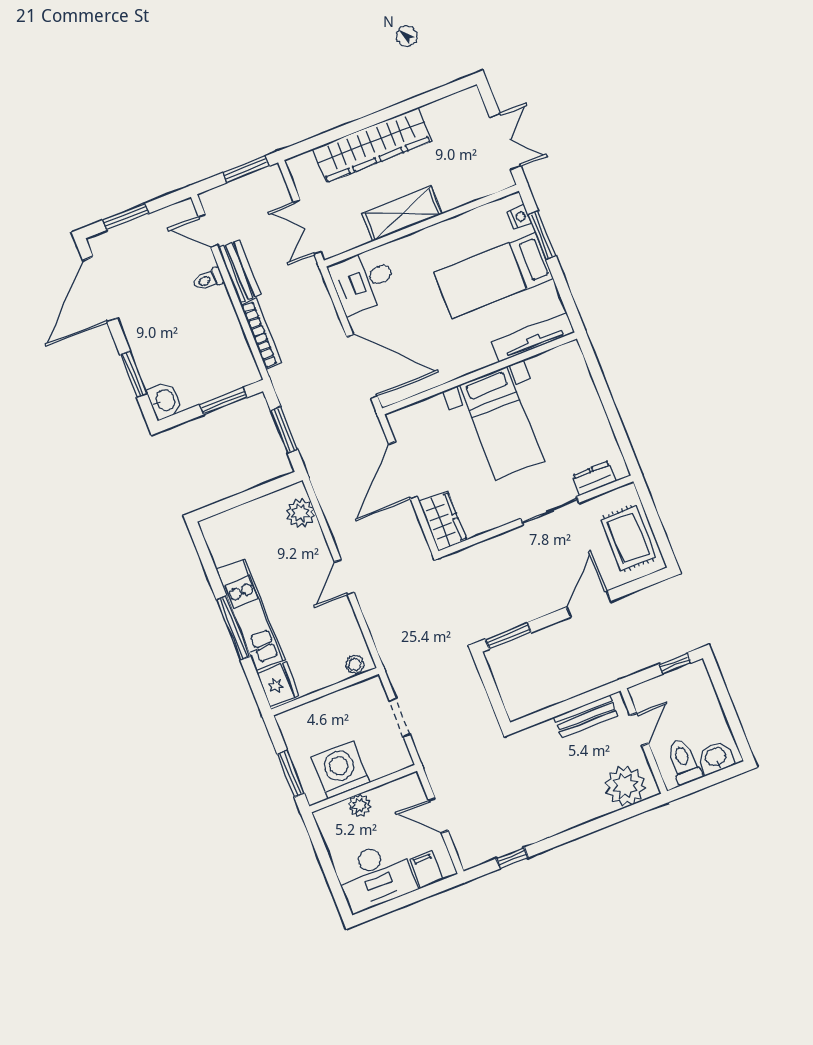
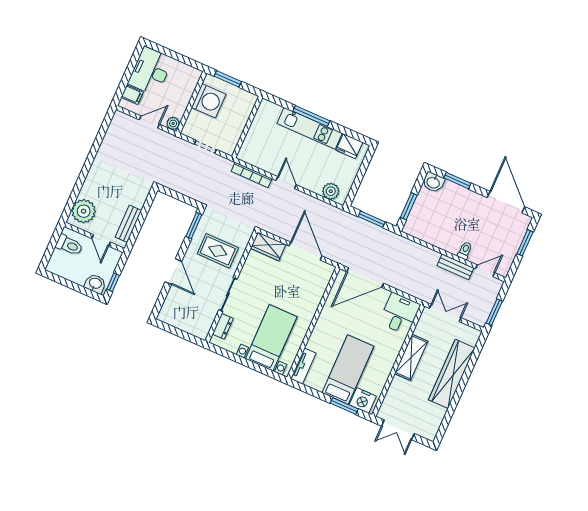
nightstand: (519, 217) -> (363, 400), width x1.89, depth x1.79
bookcase: (261, 334) -> (252, 175), moved
tv unit: (533, 337) -> (303, 366), width x0.71
bed with nightstands: (501, 423) -> (271, 338), moved, turned 90
rug: (628, 538) -> (218, 251), moved
stool: (355, 664) -> (246, 151), removed
fridge: (278, 684) -> (349, 146), moved
washbasin: (716, 758) -> (95, 284), moved, turned -90
plant: (359, 805) -> (173, 123), moved
window: (512, 858) -> (101, 135), removed

